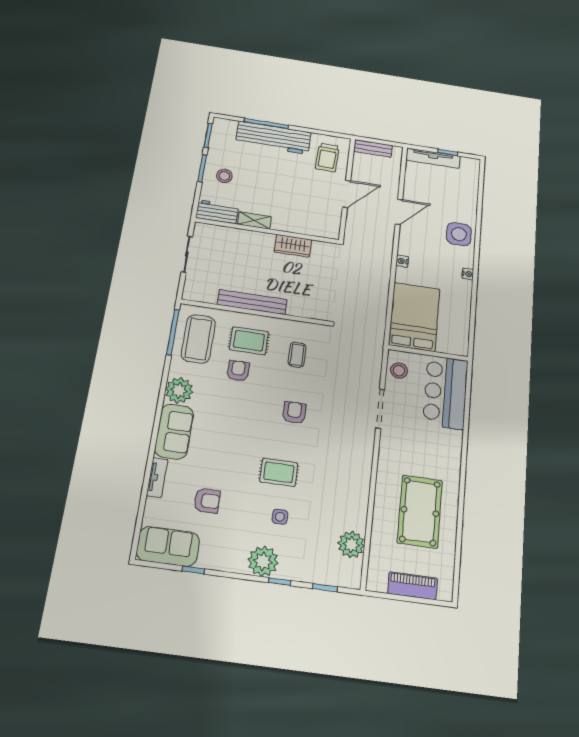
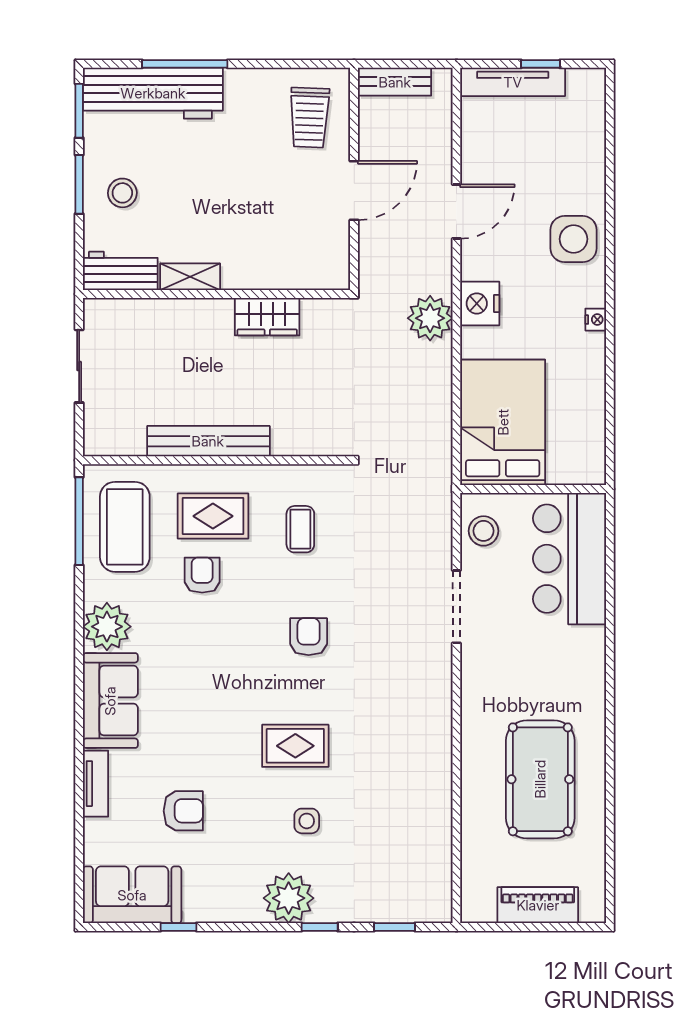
workbench: (273, 138) -> (153, 93), moved
nightstand: (402, 261) -> (480, 303), width x1.89, depth x1.79
plant: (351, 544) -> (430, 318), moved

